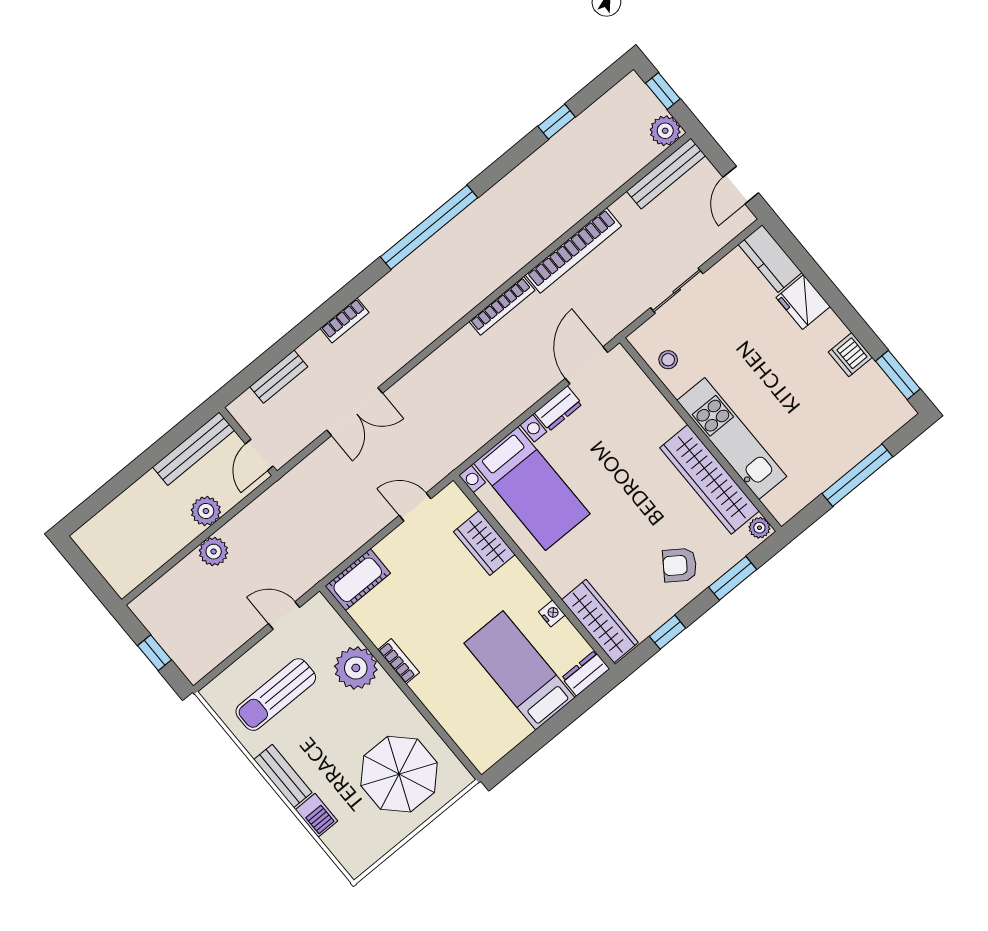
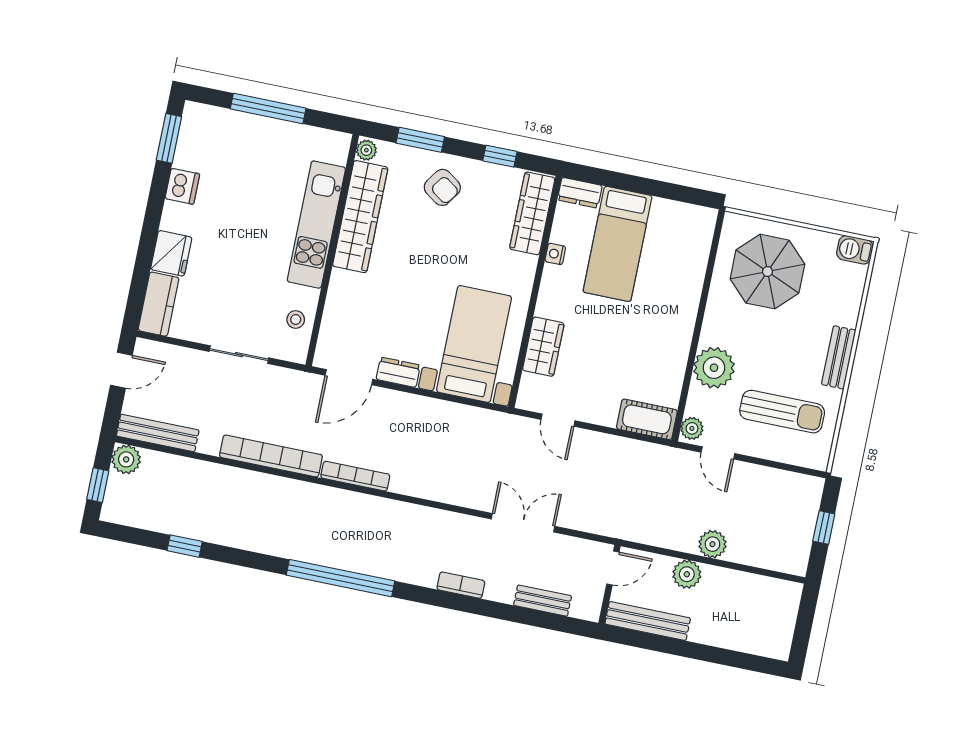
plant: (321, 610) -> (692, 428), added
bookcase: (399, 661) -> (683, 340), removed
barbecue: (316, 815) -> (855, 250), moved, turned -90

